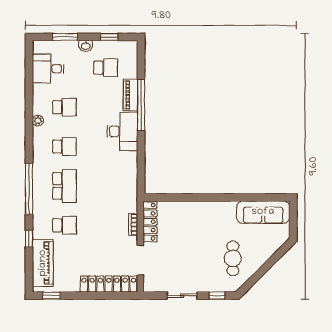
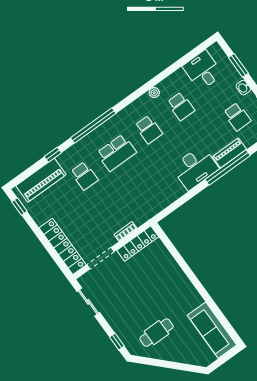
sliding door: (182, 296) -> (88, 302), moved

